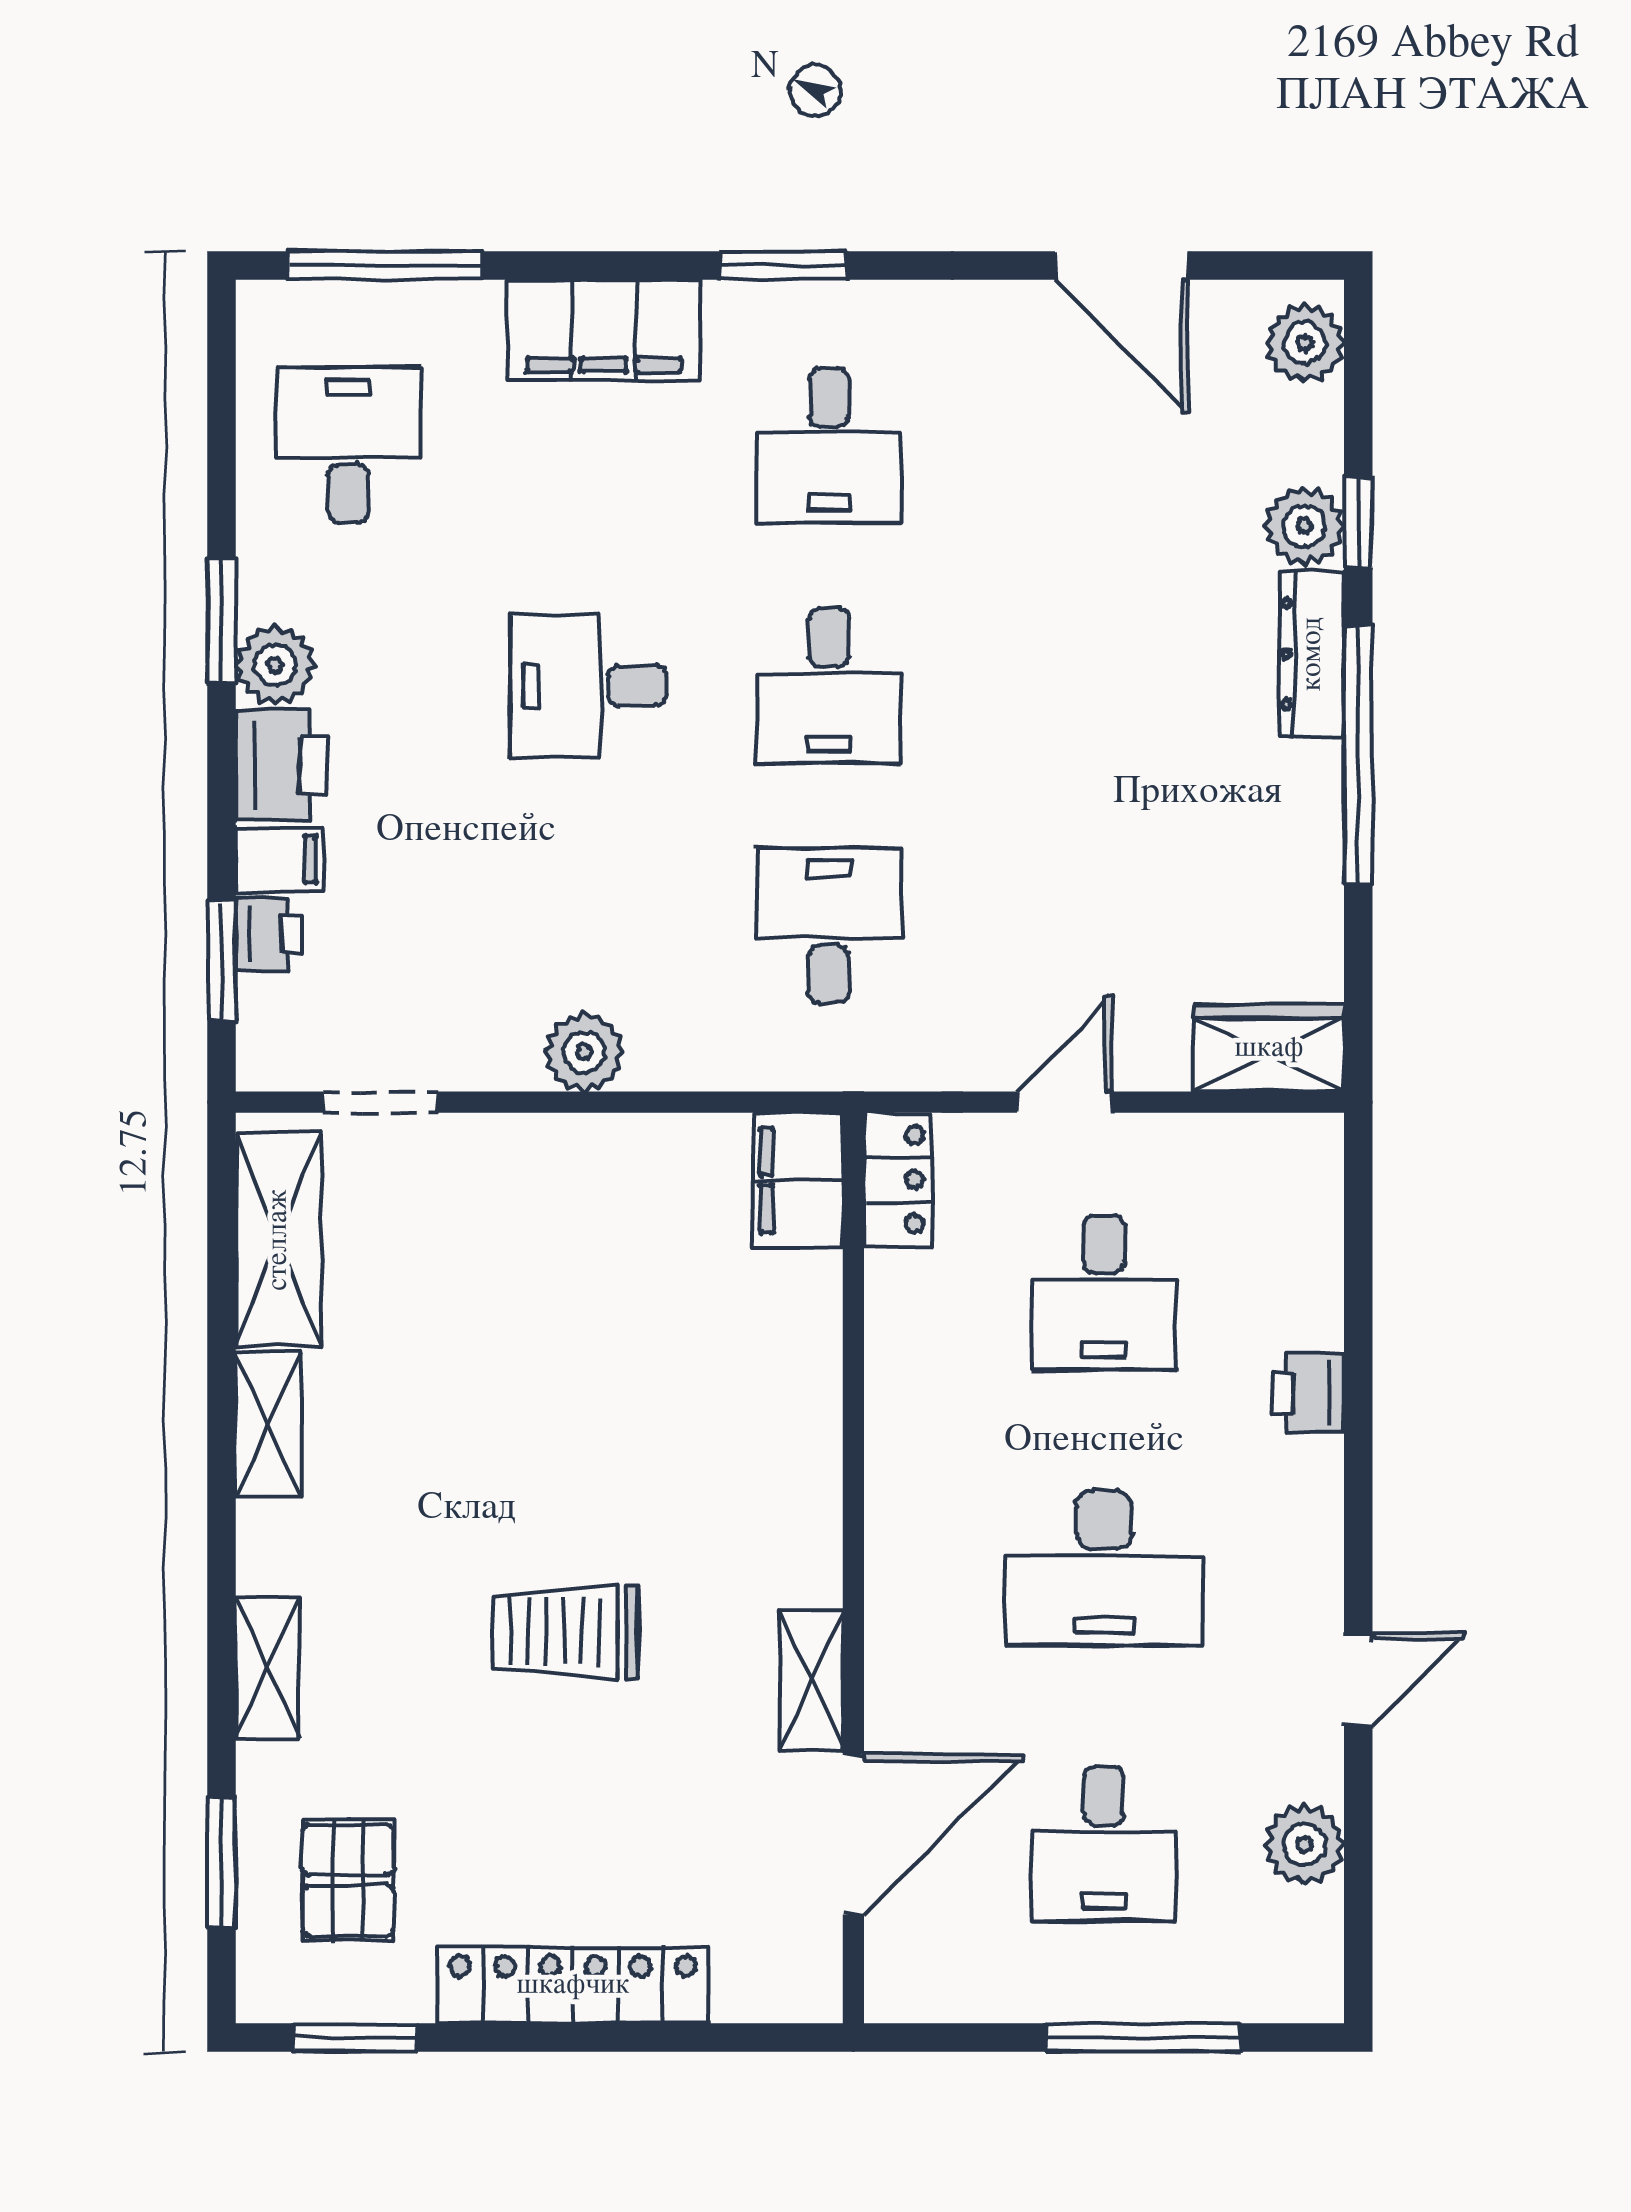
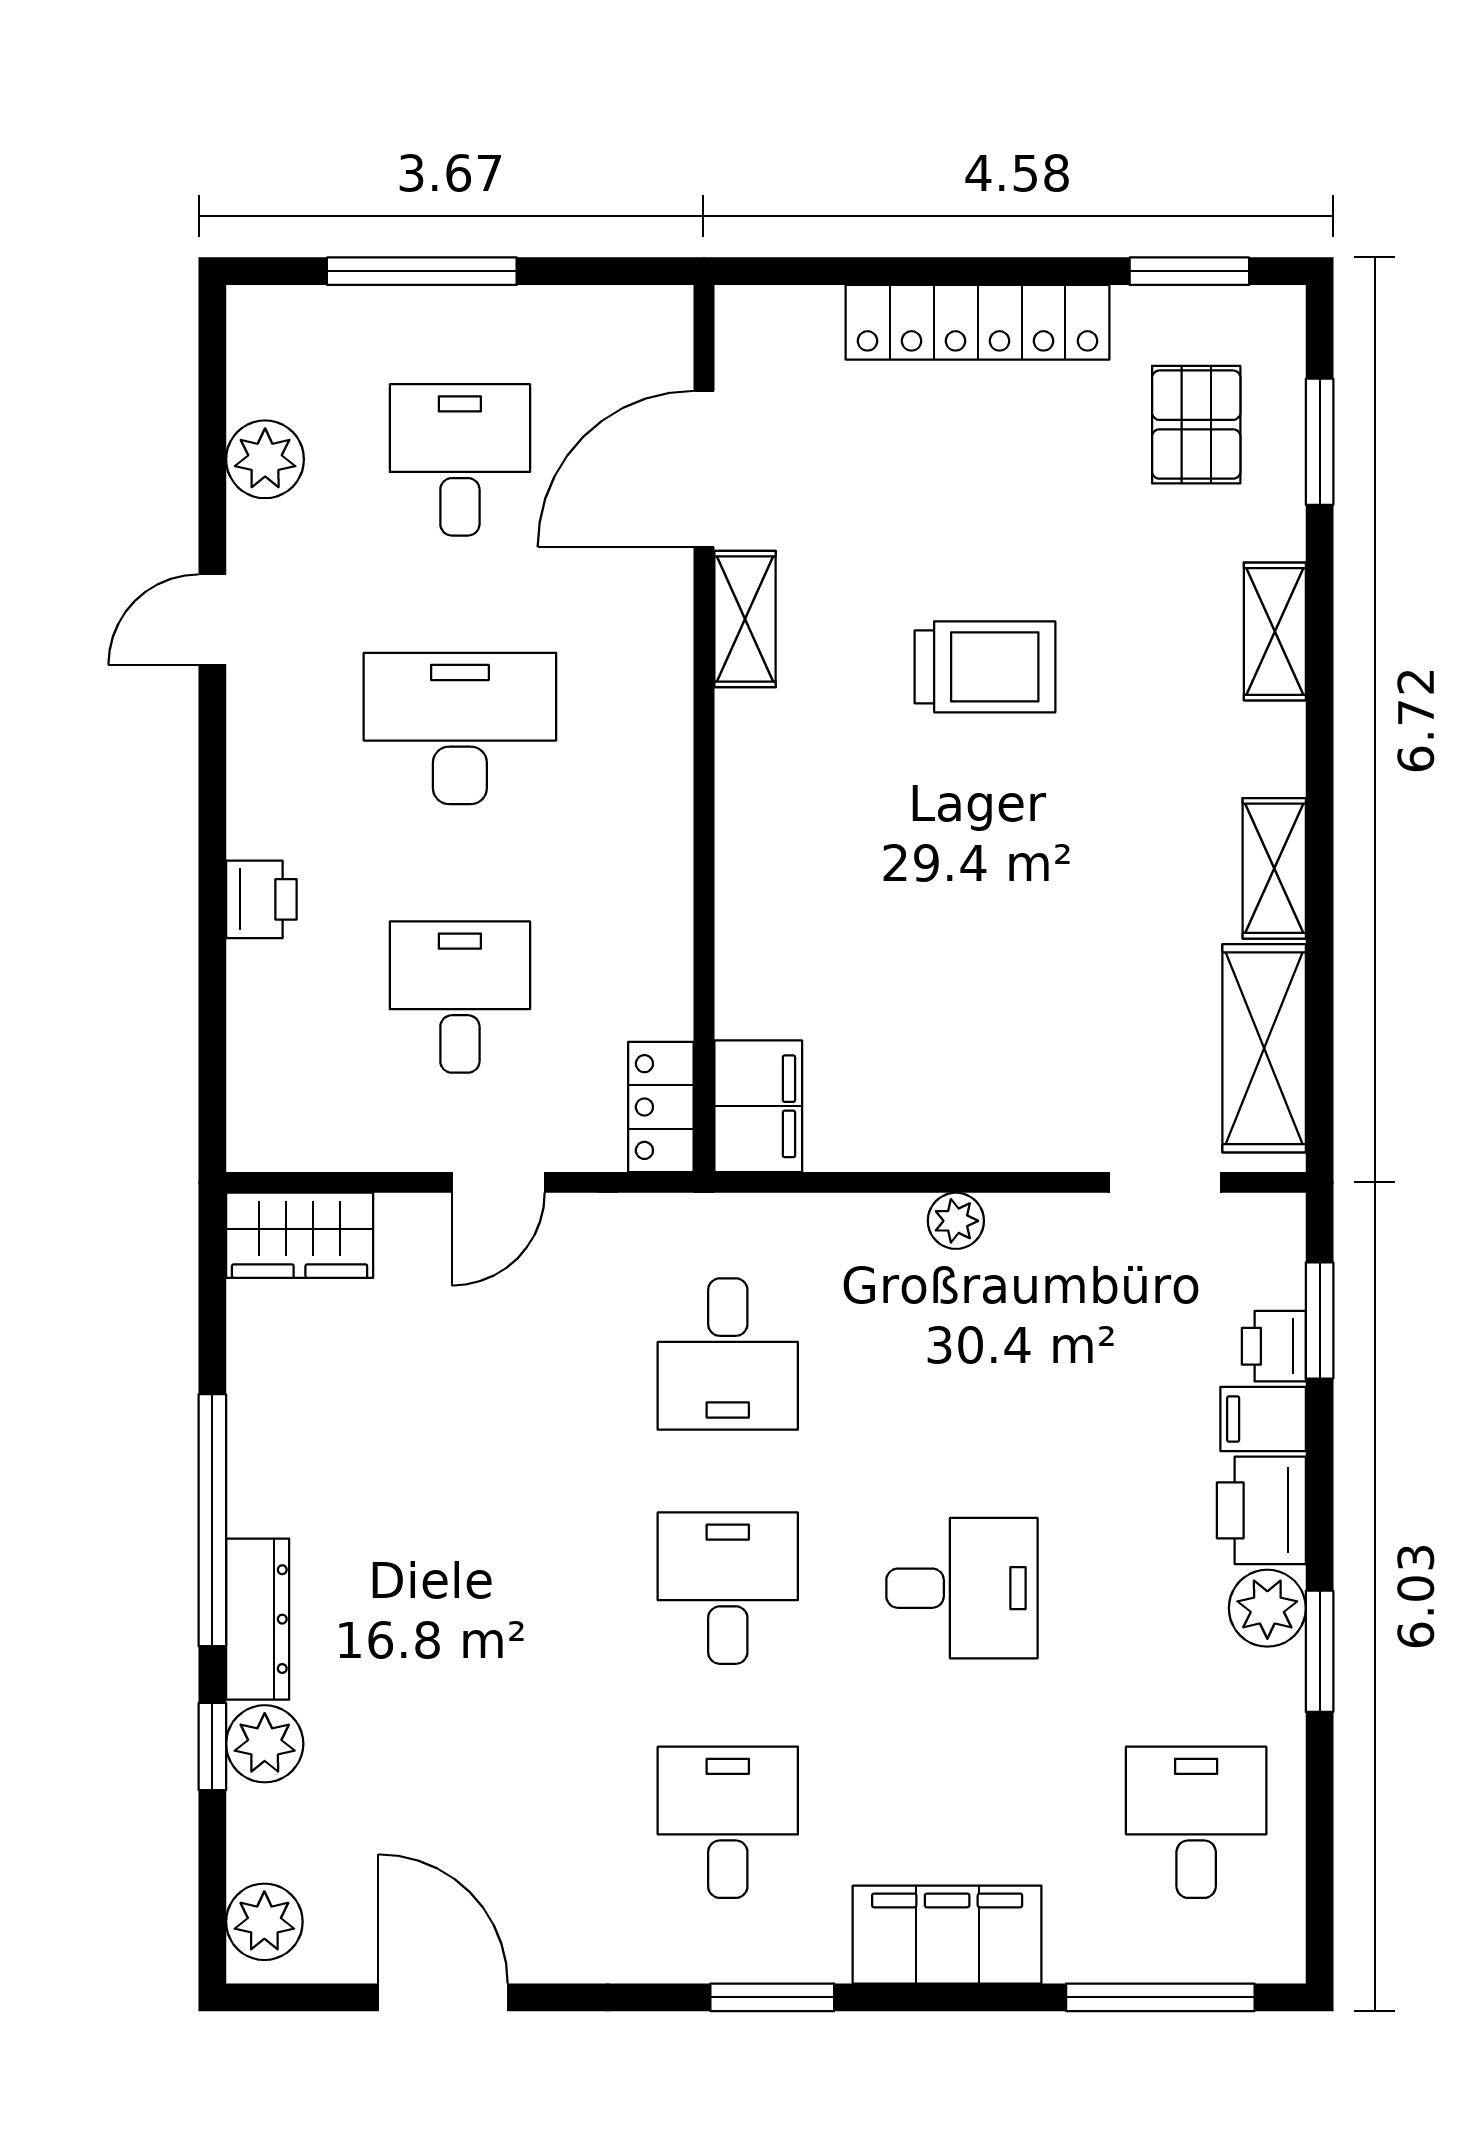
desk: (348, 445) -> (1196, 1822), turned 180
plant: (584, 1052) -> (956, 1221), width x0.73, depth x0.73

